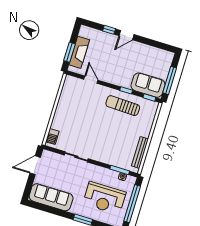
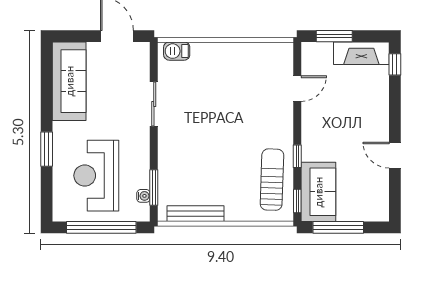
window: (109, 30) -> (395, 64), moved
door: (127, 35) -> (395, 155), moved
fireplace: (79, 52) -> (361, 53), moved
sun lounger: (123, 106) -> (272, 180), moved

